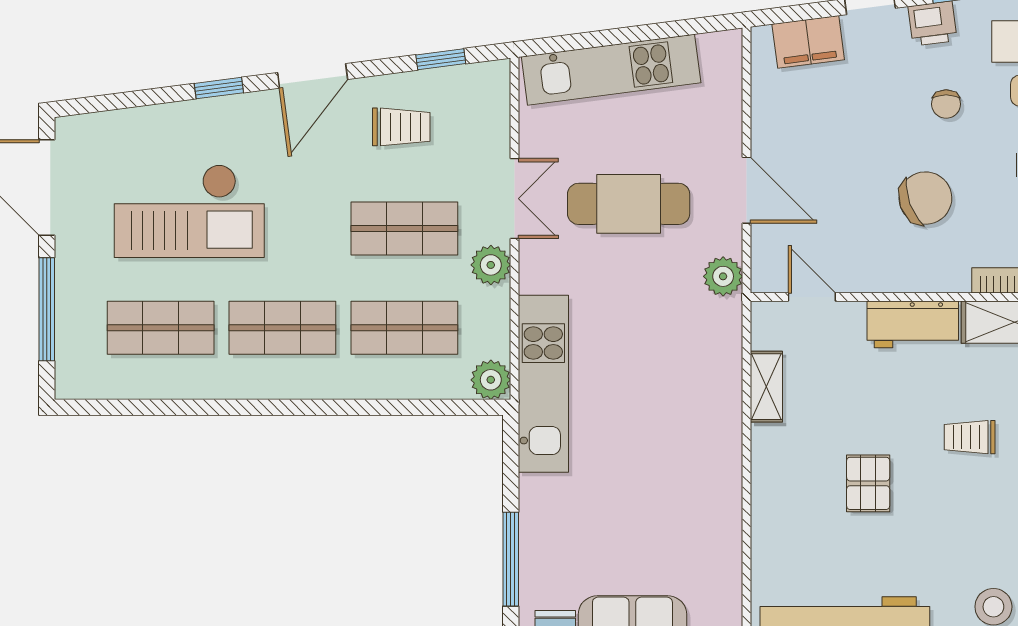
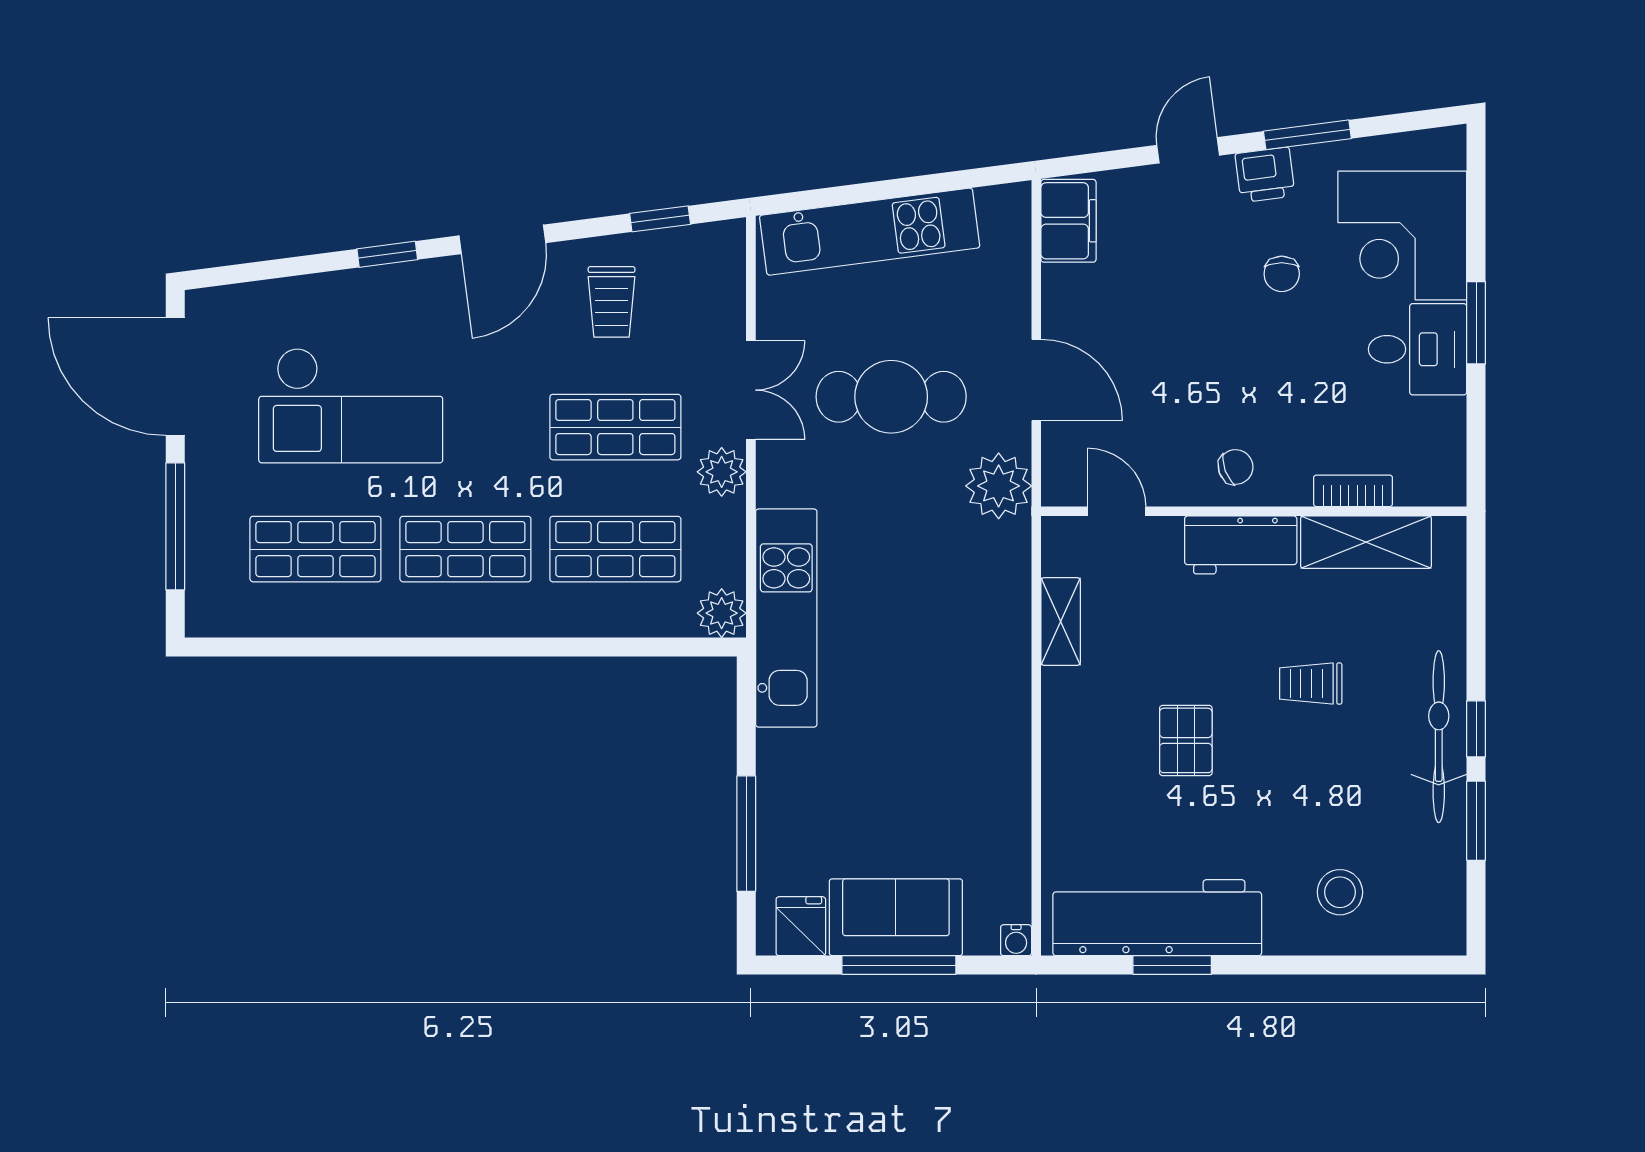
filing cabinet: (808, 42) -> (1068, 221), moved, turned -83
trolley: (401, 127) -> (612, 302), turned 90
chair: (925, 198) -> (1236, 467), moved, width x0.54, depth x0.54
plant: (723, 276) -> (999, 486), width x1.36, depth x1.36

